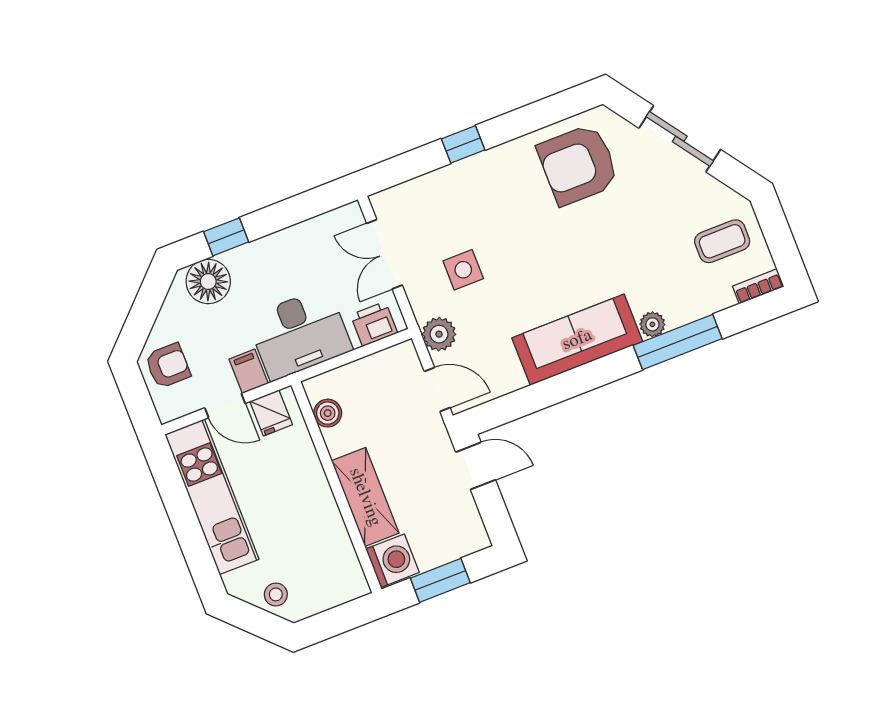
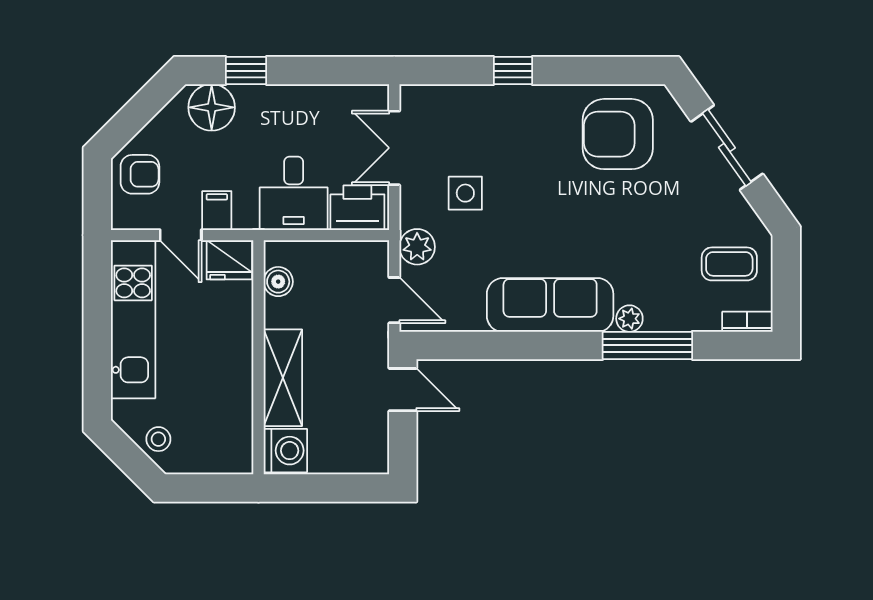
printer: (374, 324) -> (357, 208), width x1.36, depth x1.24
desk: (300, 334) -> (294, 193), width x0.73
fridge: (271, 413) -> (229, 260), width x1.38
window: (440, 580) -> (325, 488), removed

